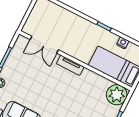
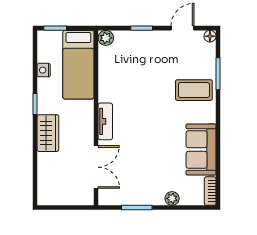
wardrobe: (81, 25) -> (48, 133), added
plant: (117, 95) -> (106, 38), width x0.53, depth x0.53

